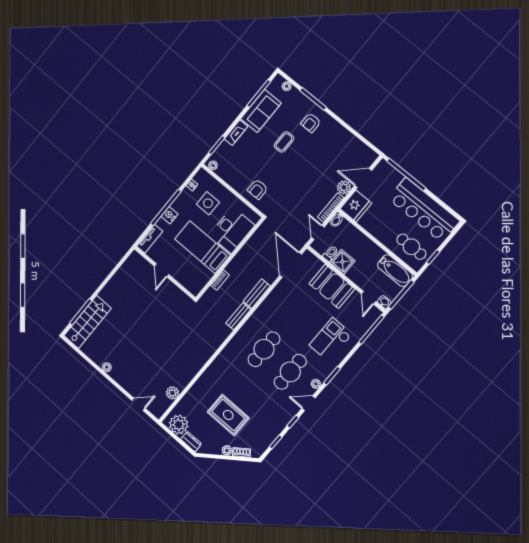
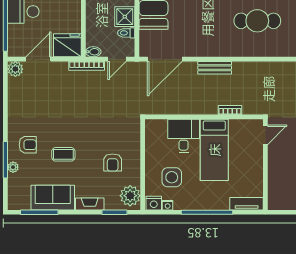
plant: (287, 86) -> (13, 167), moved
plant: (213, 165) -> (130, 196), width x1.88, depth x1.88
door: (363, 178) -> (38, 59), swing flipped
plant: (344, 187) -> (15, 69), moved
armchair: (258, 189) -> (113, 162), moved, turned 90
nightstand: (170, 215) -> (154, 203), moved
desk: (232, 230) -> (184, 136), width x0.73
door: (162, 270) -> (265, 135), moved
bench: (238, 316) -> (248, 67), removed

